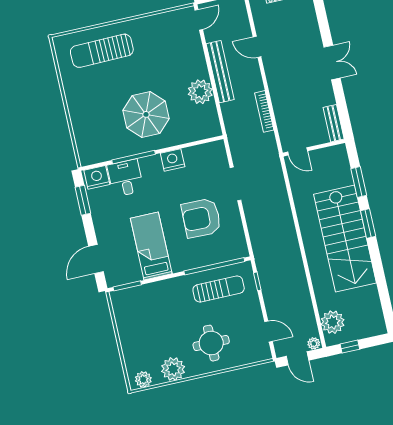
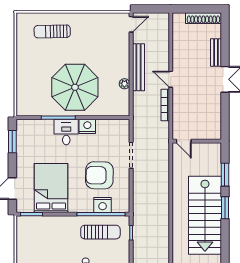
door: (257, 47) -> (171, 79), moved
sun lounger: (102, 51) -> (52, 31), width x0.73, depth x0.75
plant: (200, 92) -> (124, 84), width x0.53, depth x0.53
parasol: (146, 114) -> (75, 87), width x1.36, depth x1.36
bench: (334, 123) -> (216, 52), moved
nightstand: (97, 177) -> (103, 205), moved, turned 180
desk: (125, 178) -> (66, 132), moved
bed: (151, 246) -> (51, 188), width x1.50

